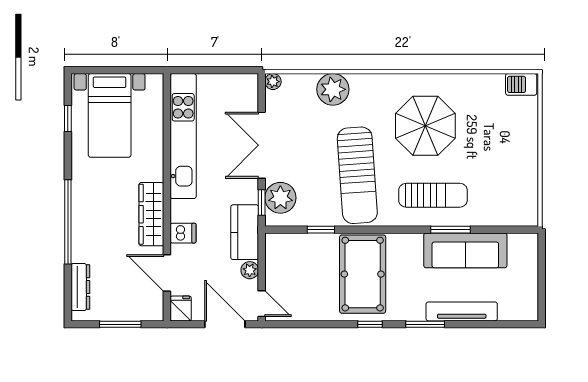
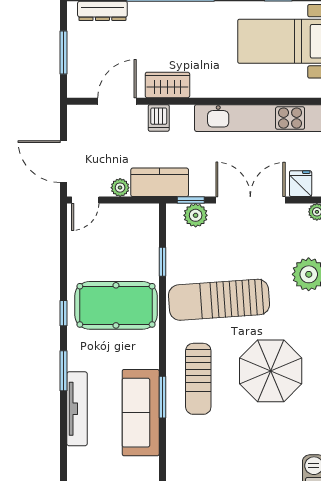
plant: (280, 198) -> (196, 215), width x0.73, depth x0.73
wardrobe: (151, 214) -> (167, 85), width x0.67
fridge: (181, 308) -> (301, 184), moved, turned -90
door: (225, 324) -> (64, 162), swing flipped

